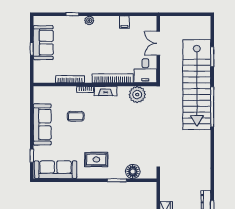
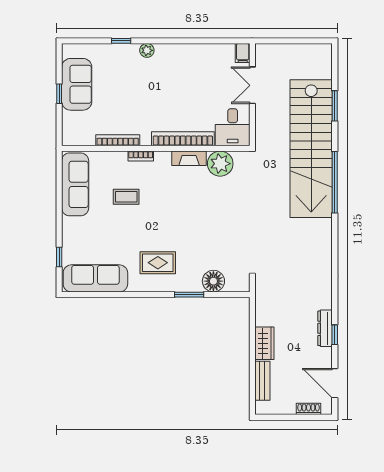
filing cabinet: (124, 22) -> (243, 53), moved
fireplace: (106, 91) -> (189, 158), moved
sofa: (42, 124) -> (75, 184), moved

